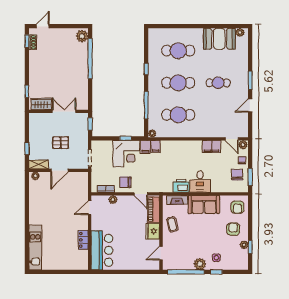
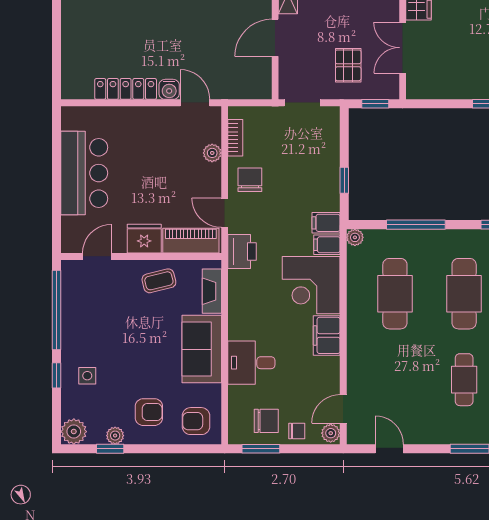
door: (250, 105) -> (389, 449), moved
double door: (64, 111) -> (403, 48), swing flipped
pallet: (61, 143) -> (348, 65), moved
filing cabinet: (211, 147) -> (327, 335), moved
corner desk: (126, 154) -> (311, 285), moved
door: (59, 170) -> (275, 38), hinge flipped
desk: (200, 181) -> (251, 363), moved
printer: (181, 186) -> (242, 252), moved
door: (141, 194) -> (225, 213), hinge flipped
water cooler: (83, 220) -> (169, 89), added
locker: (83, 240) -> (126, 89), width x1.53
bar counter: (102, 250) -> (84, 173), moved, turned -90
door: (161, 253) -> (97, 256), hinge flipped
plant: (200, 264) -> (74, 432), moved

